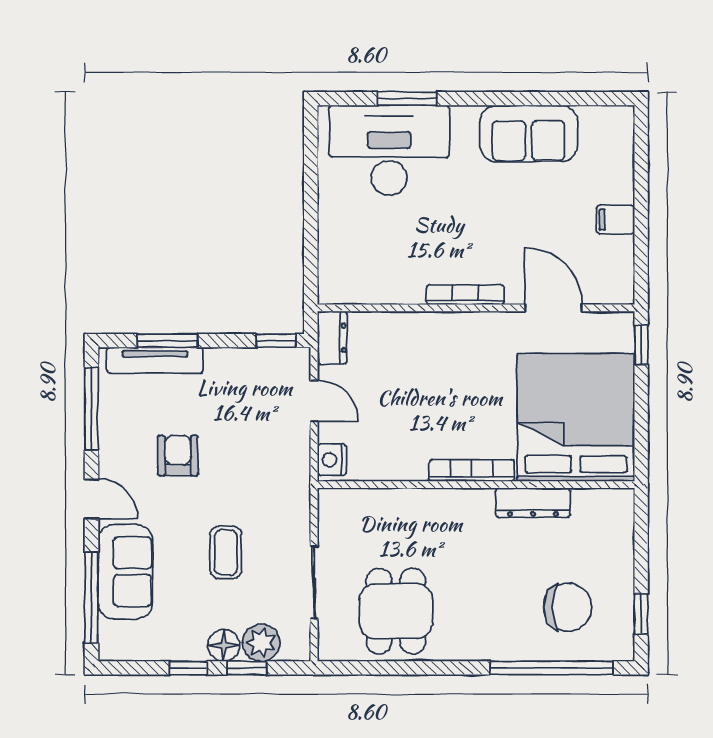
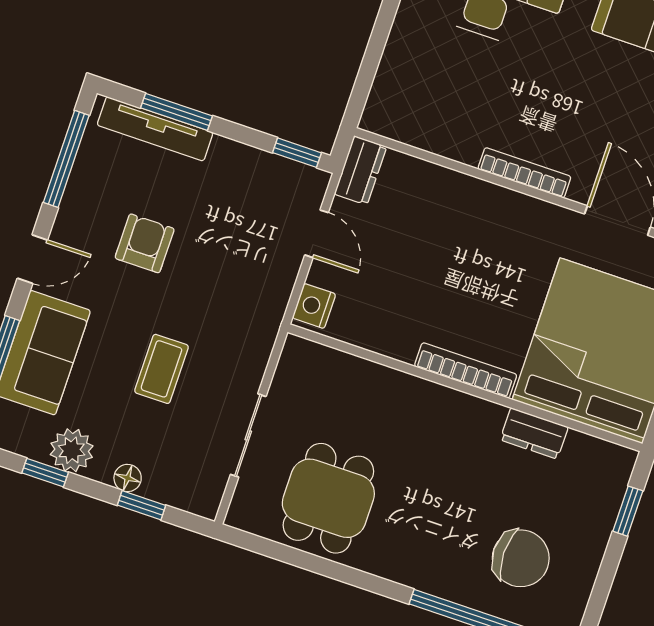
door: (91, 499) -> (32, 259), hinge flipped
dresser: (533, 503) -> (534, 433), width x0.70
window: (641, 614) -> (628, 511), moved
plant: (261, 643) -> (72, 450), moved
floor lamp: (224, 645) -> (128, 478), width x0.73, depth x0.73
window: (188, 668) -> (45, 473), moved

